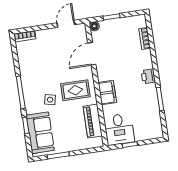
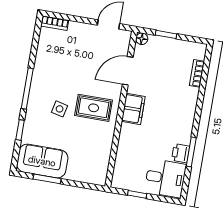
printer: (148, 76) -> (181, 153), moved
filing cabinet: (107, 93) -> (133, 109), moved
piano: (93, 121) -> (102, 151), removed
desk: (119, 129) -> (165, 178), moved, turned -90
sofa: (40, 133) -> (42, 161), moved, turned -90

